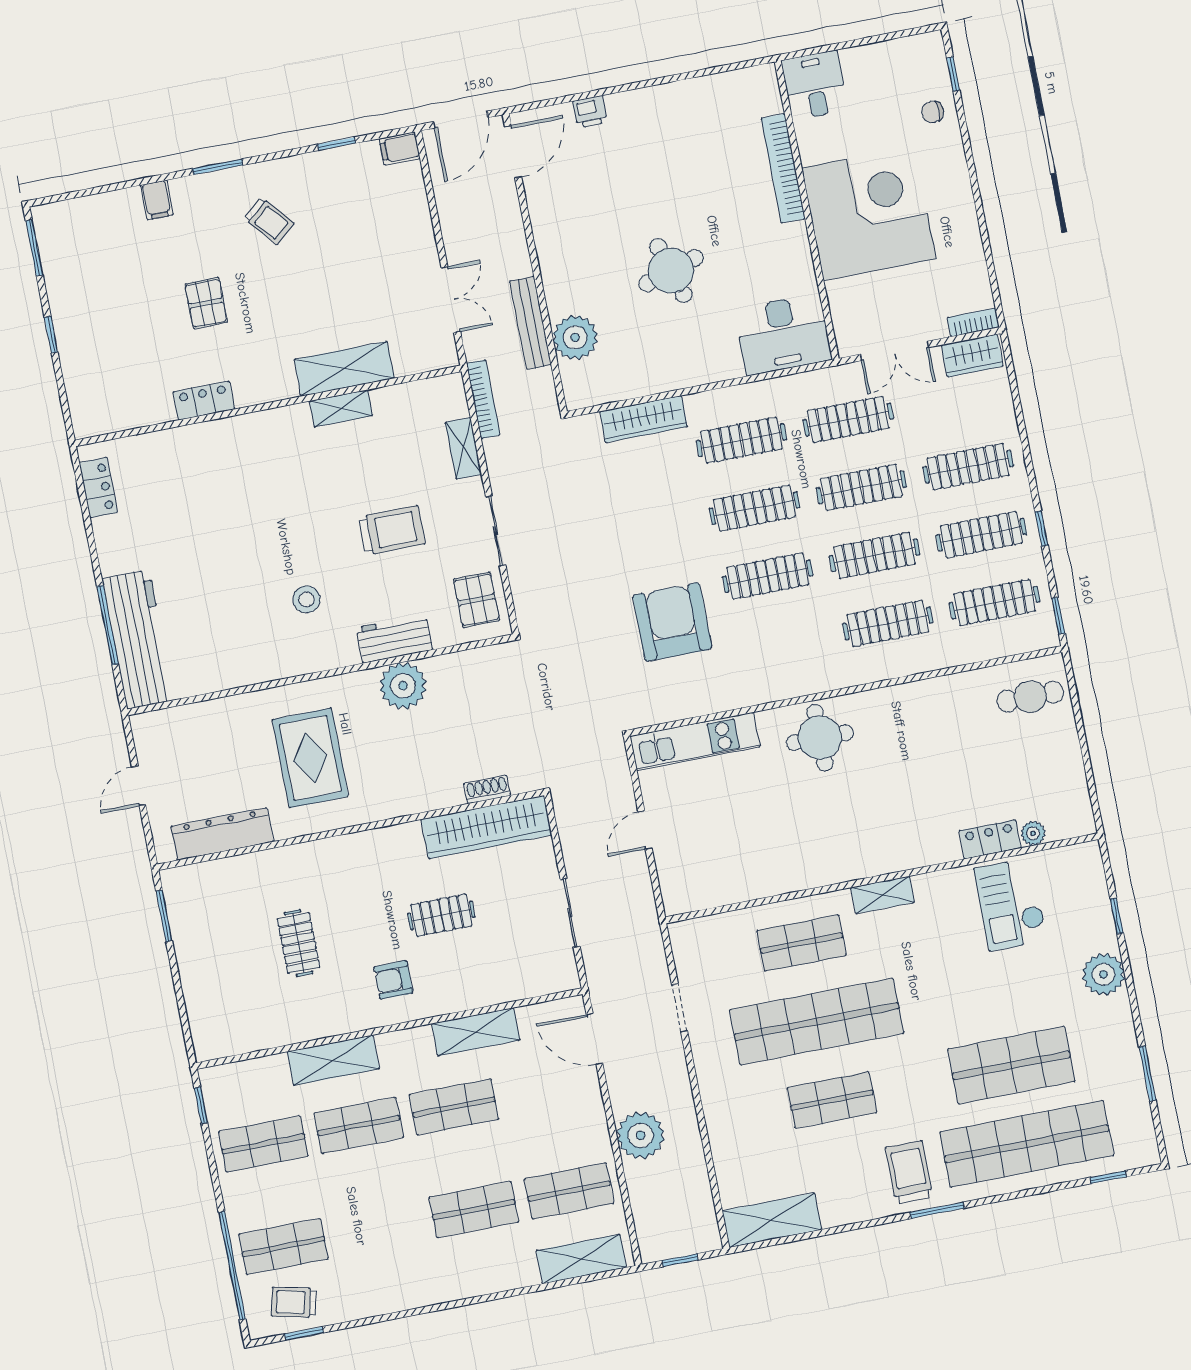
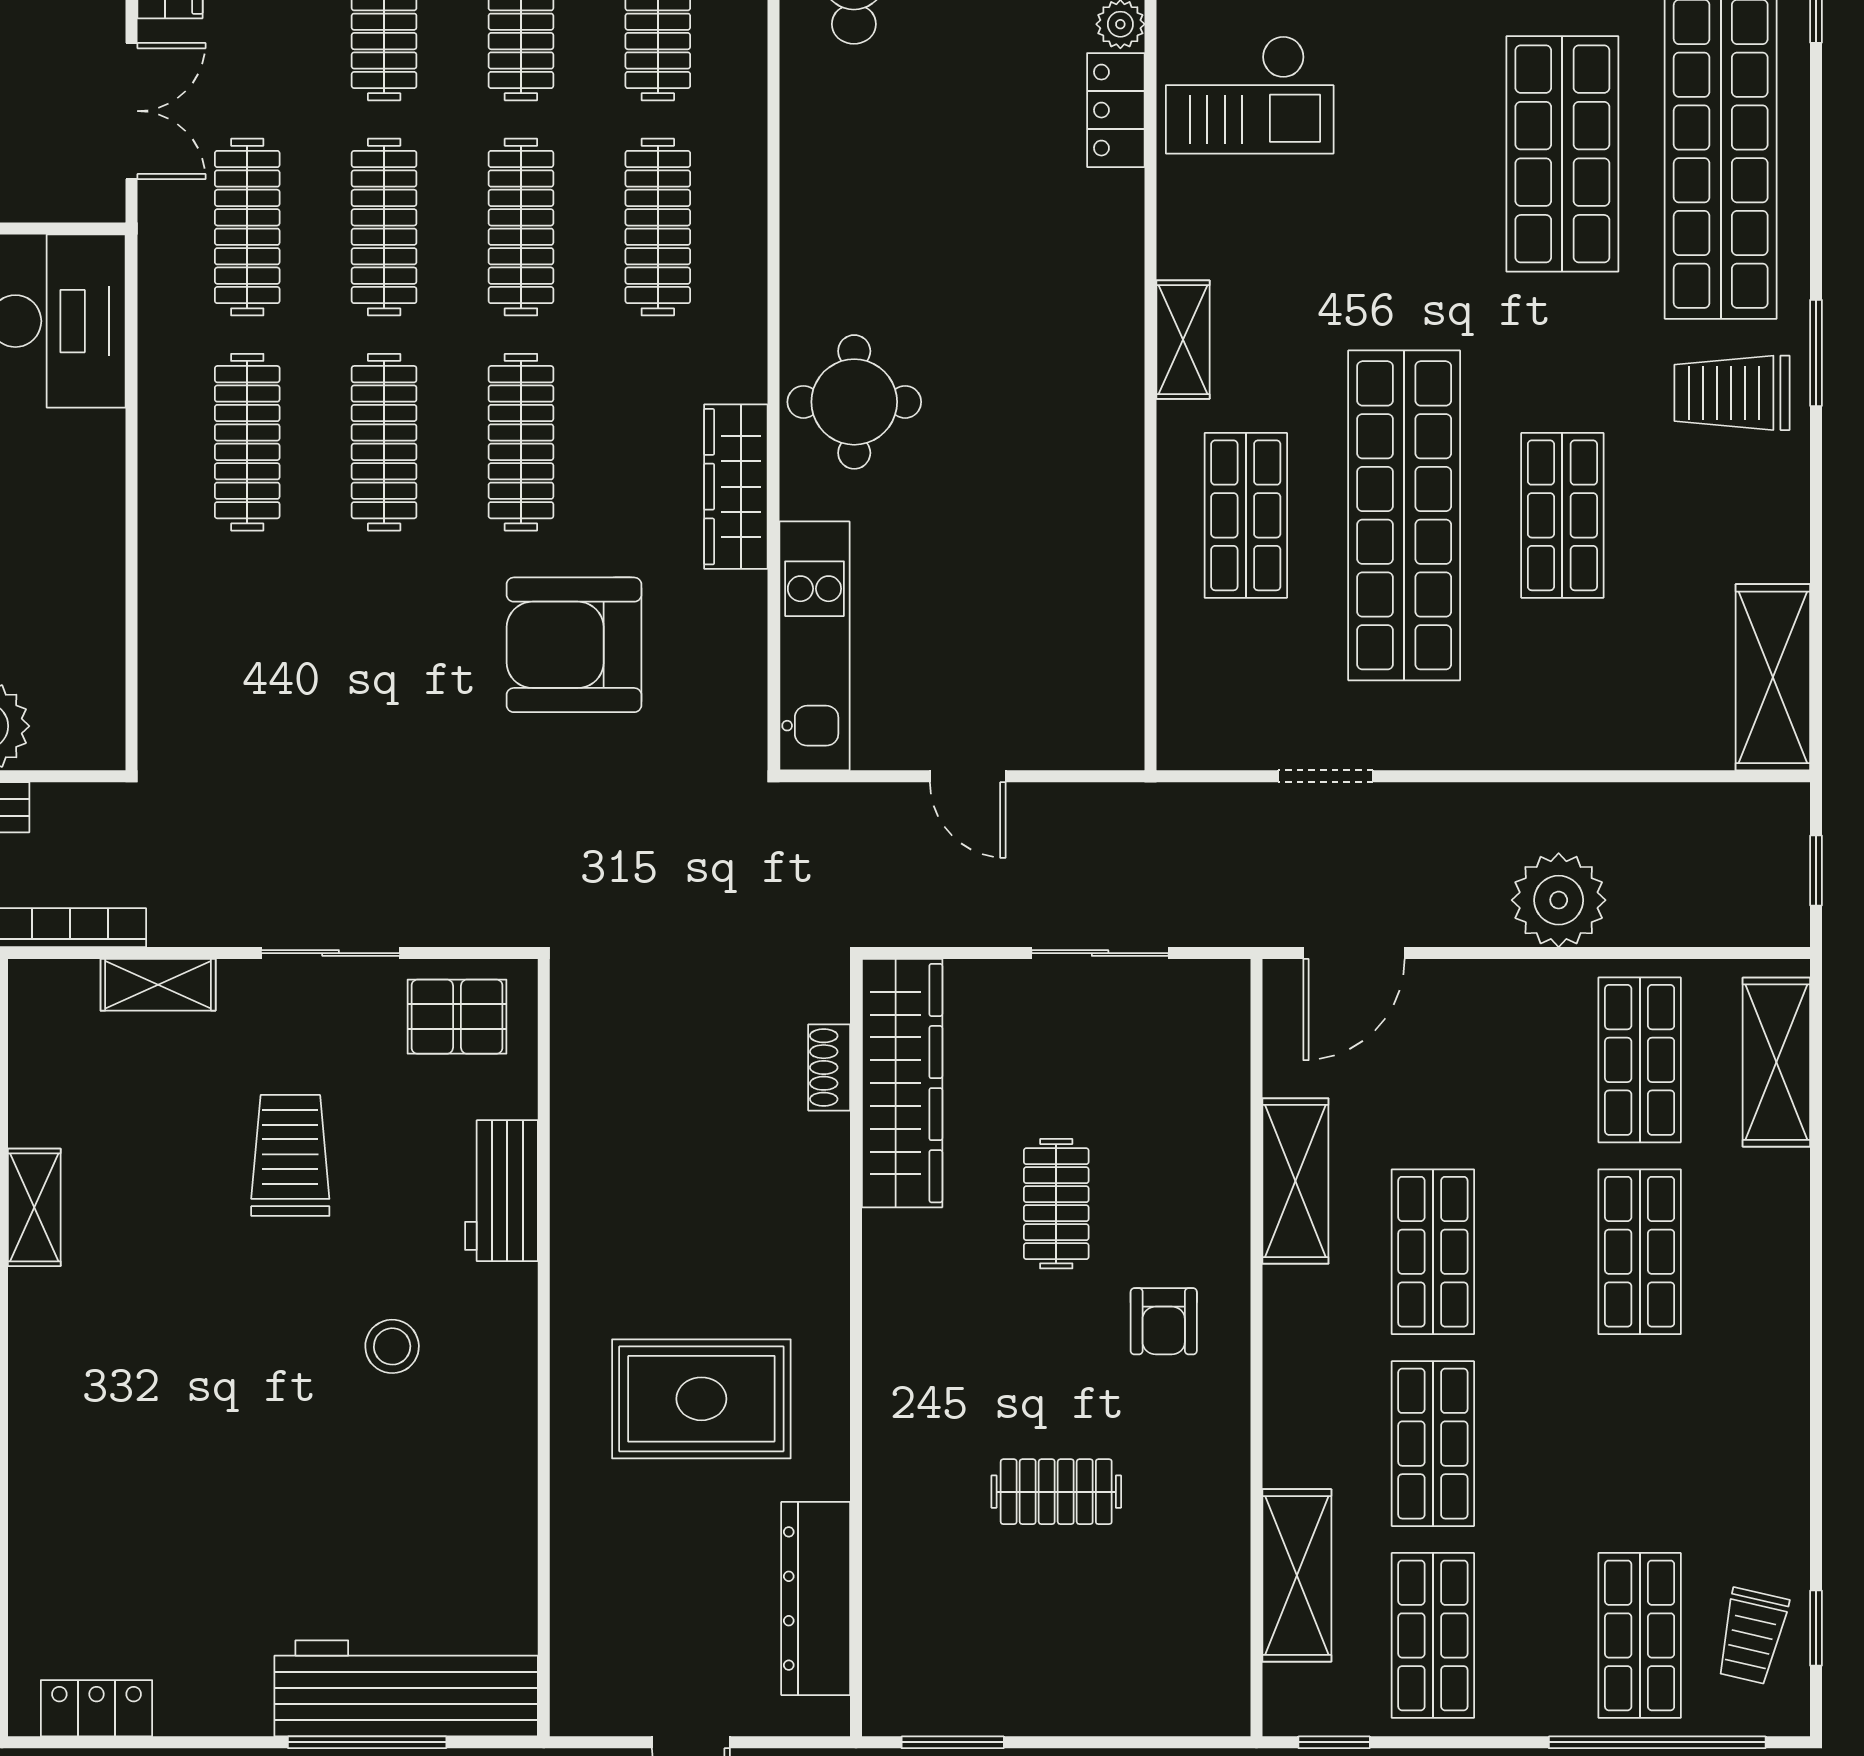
wardrobe: (643, 419) -> (736, 487), moved, turned 180
plant: (403, 686) -> (596, 1192), removed
shelving: (333, 1060) -> (1297, 1575), moved

